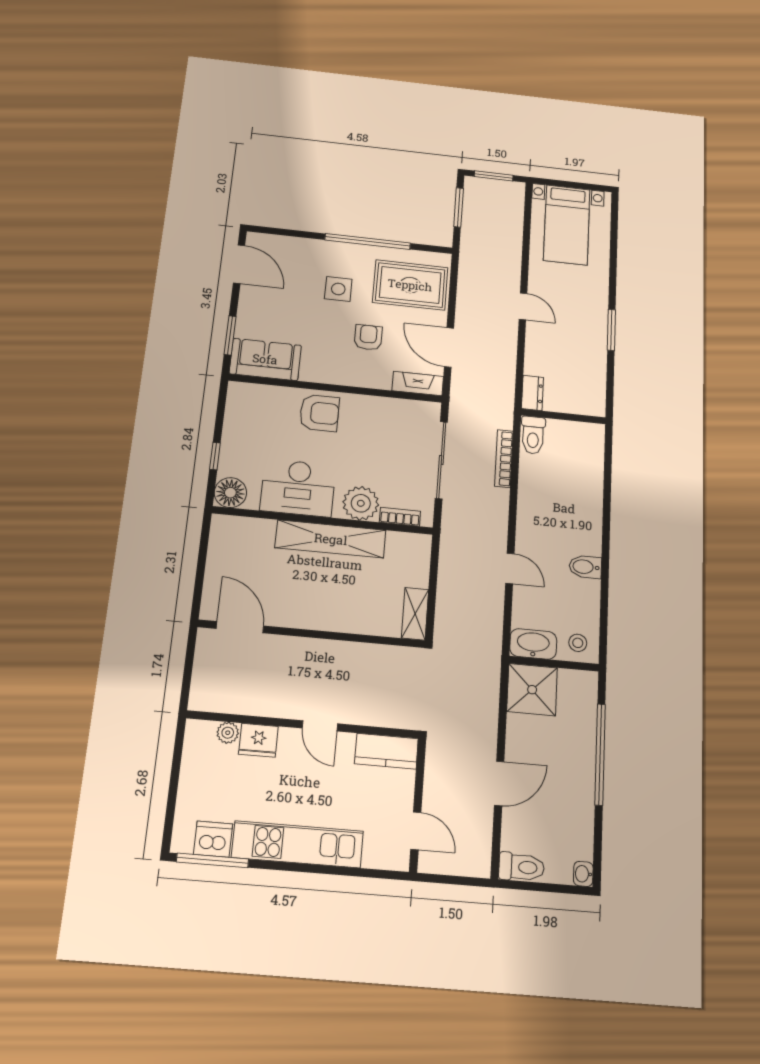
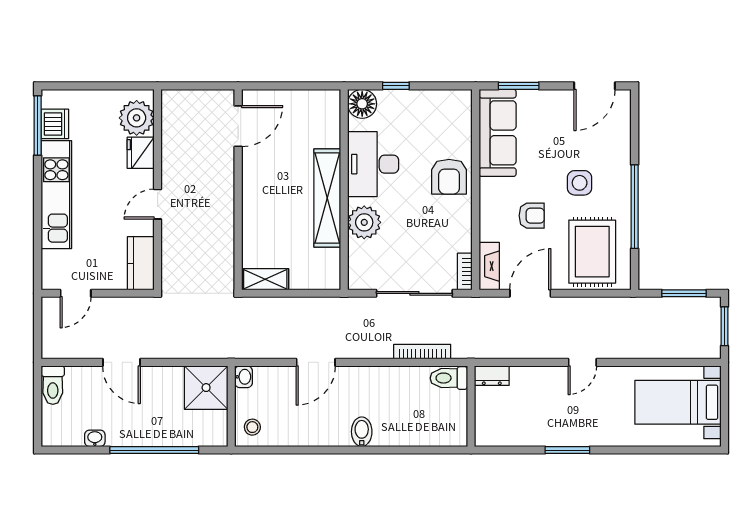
sofa: (265, 359) -> (498, 133), width x1.36
bookcase: (400, 517) -> (465, 272), moved, turned 180
bidet: (585, 567) -> (362, 432), moved
door: (510, 568) -> (316, 362), width x1.38
washbasin: (533, 644) -> (244, 377), width x0.52, depth x0.69
plant: (228, 733) -> (137, 118), width x1.88, depth x1.88
washbasin: (583, 874) -> (95, 438), moved

